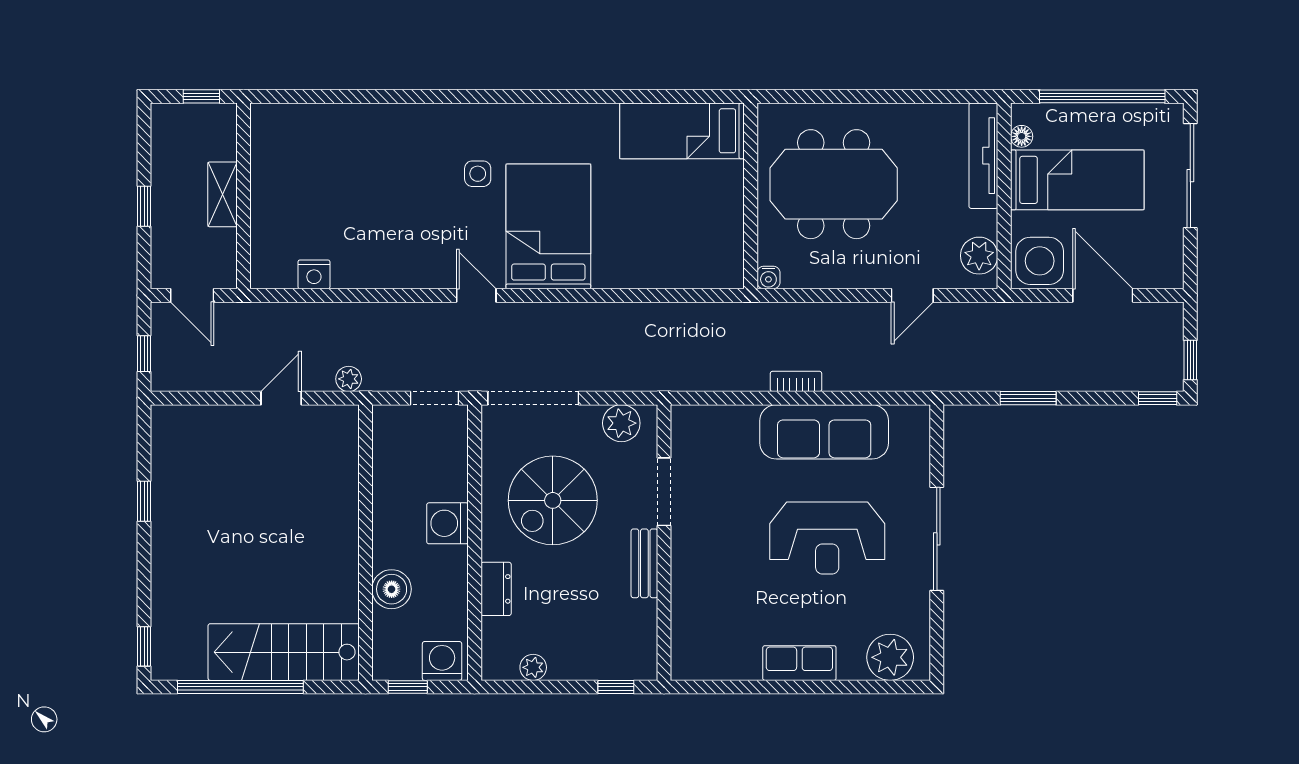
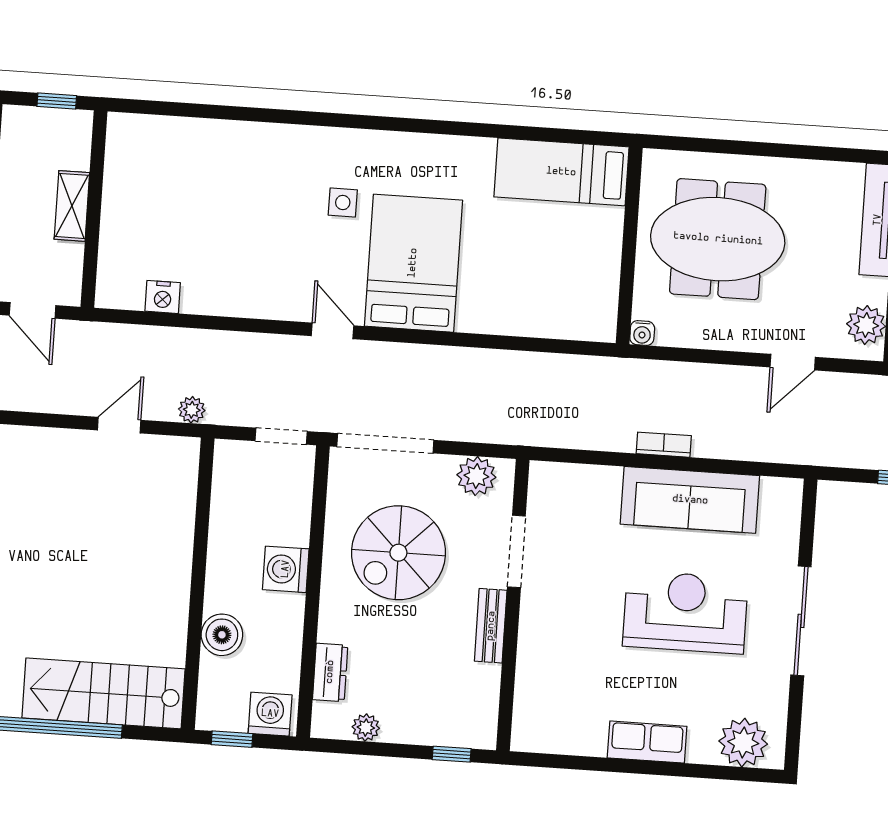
reception desk: (827, 538) -> (685, 612), turned 180
dresser: (496, 589) -> (330, 672), moved

